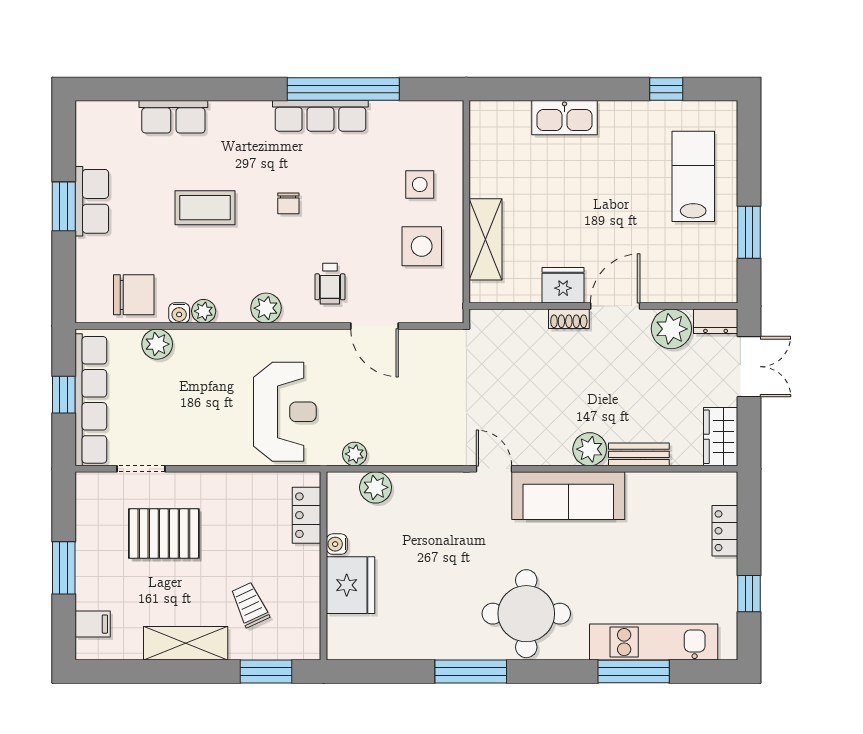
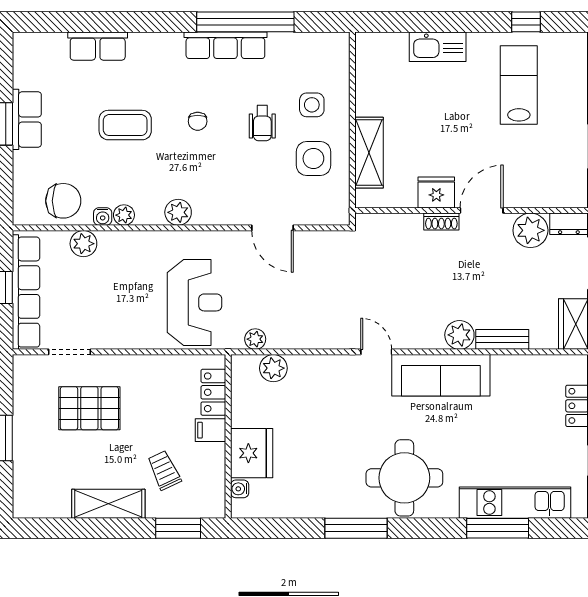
lab bench: (693, 176) -> (519, 85), moved
wheelchair: (330, 284) -> (262, 123), moved
water cooler: (337, 544) -> (240, 489), moved
filing cabinet: (93, 624) -> (211, 430), moved, turned 180

